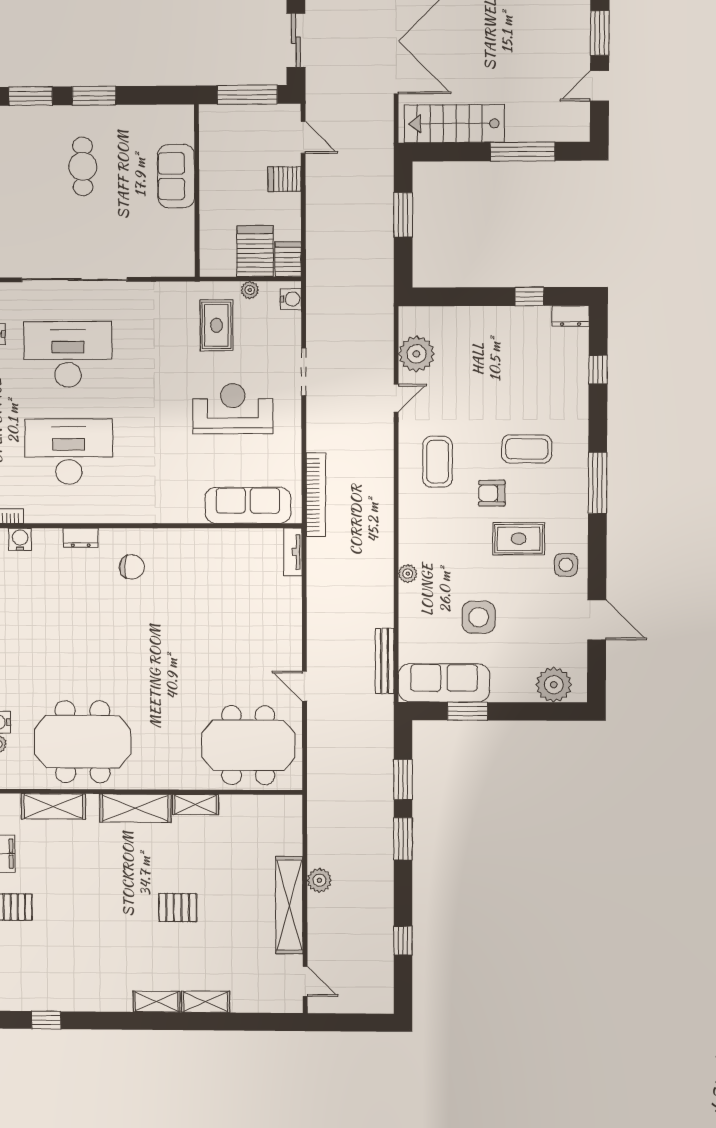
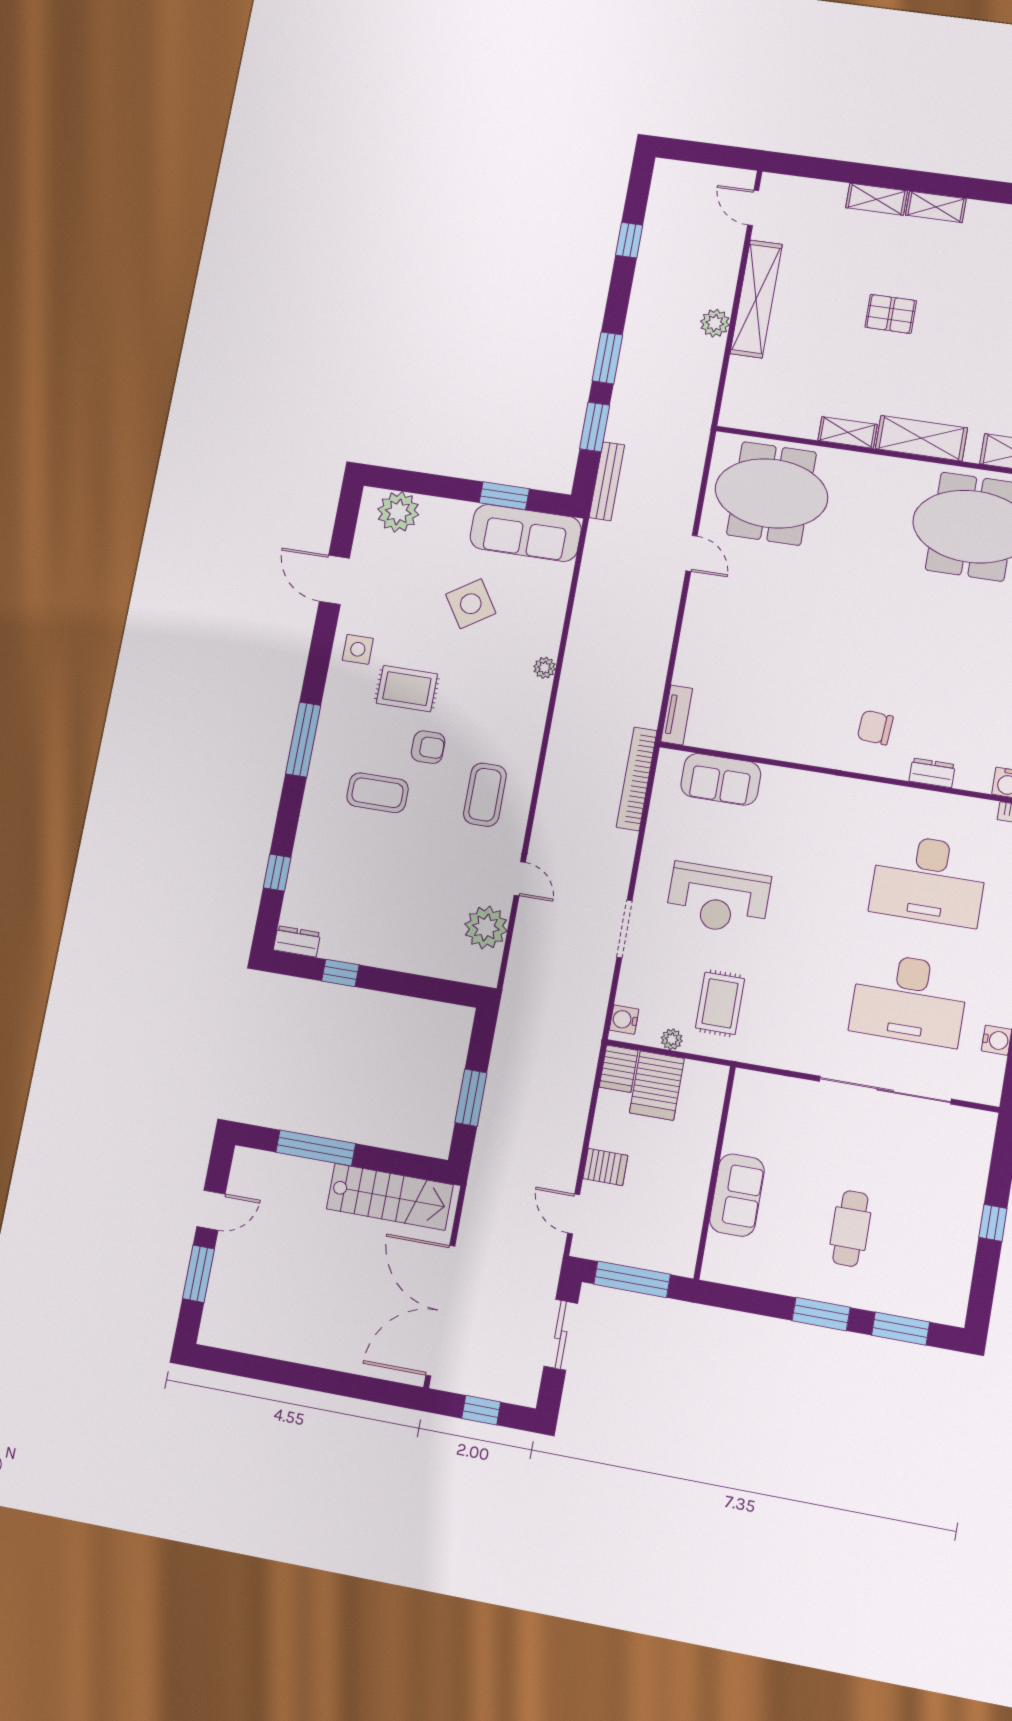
door: (396, 398) -> (520, 879), swing flipped
sofa: (248, 505) -> (721, 779), width x0.73
side table: (479, 617) -> (471, 604), turned -33
bench: (385, 661) -> (607, 481), moved

